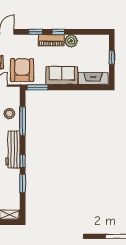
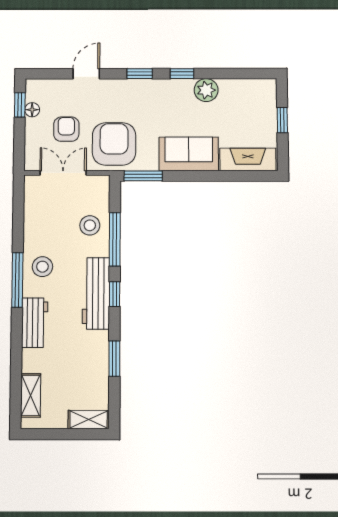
piano: (51, 40) -> (169, 89), removed
window: (23, 161) -> (115, 294), moved

